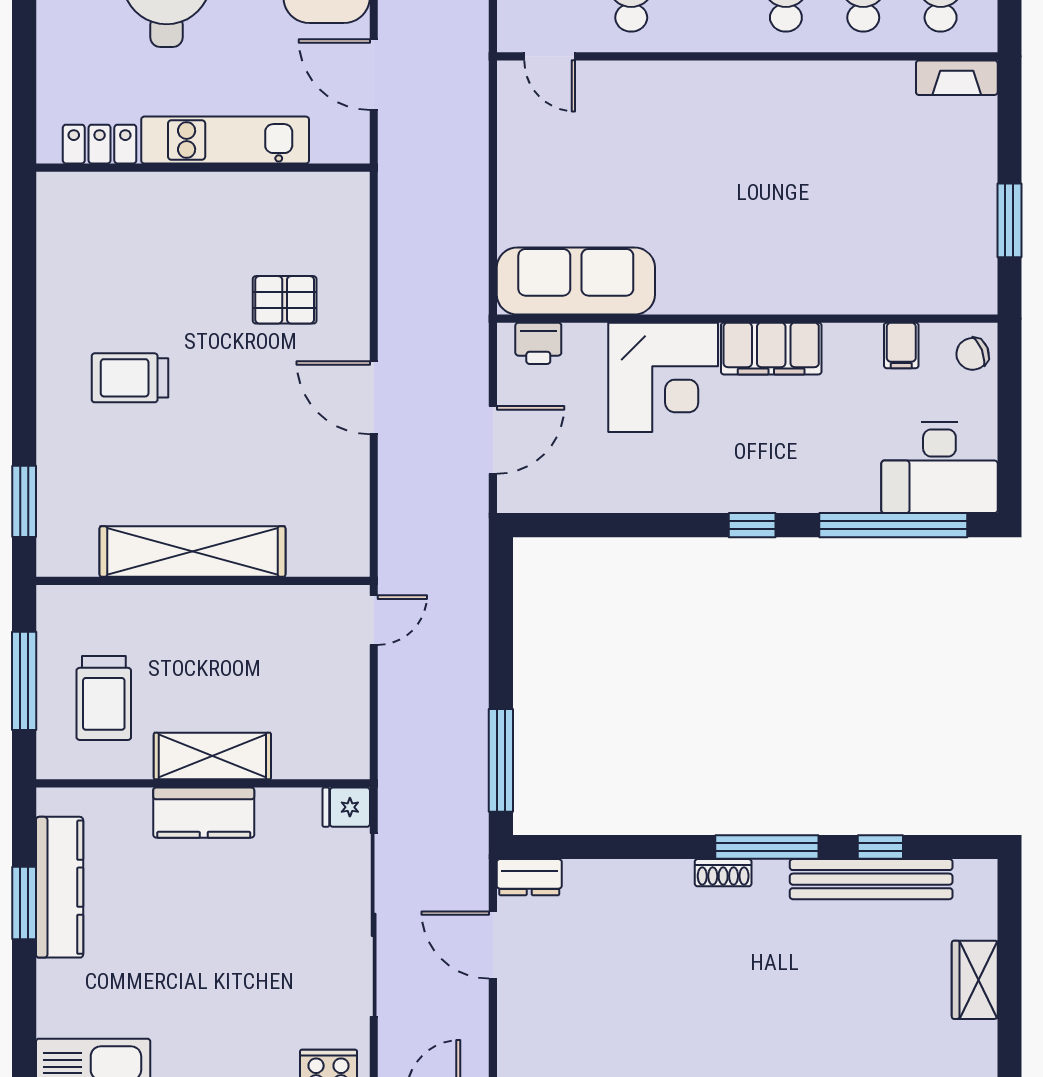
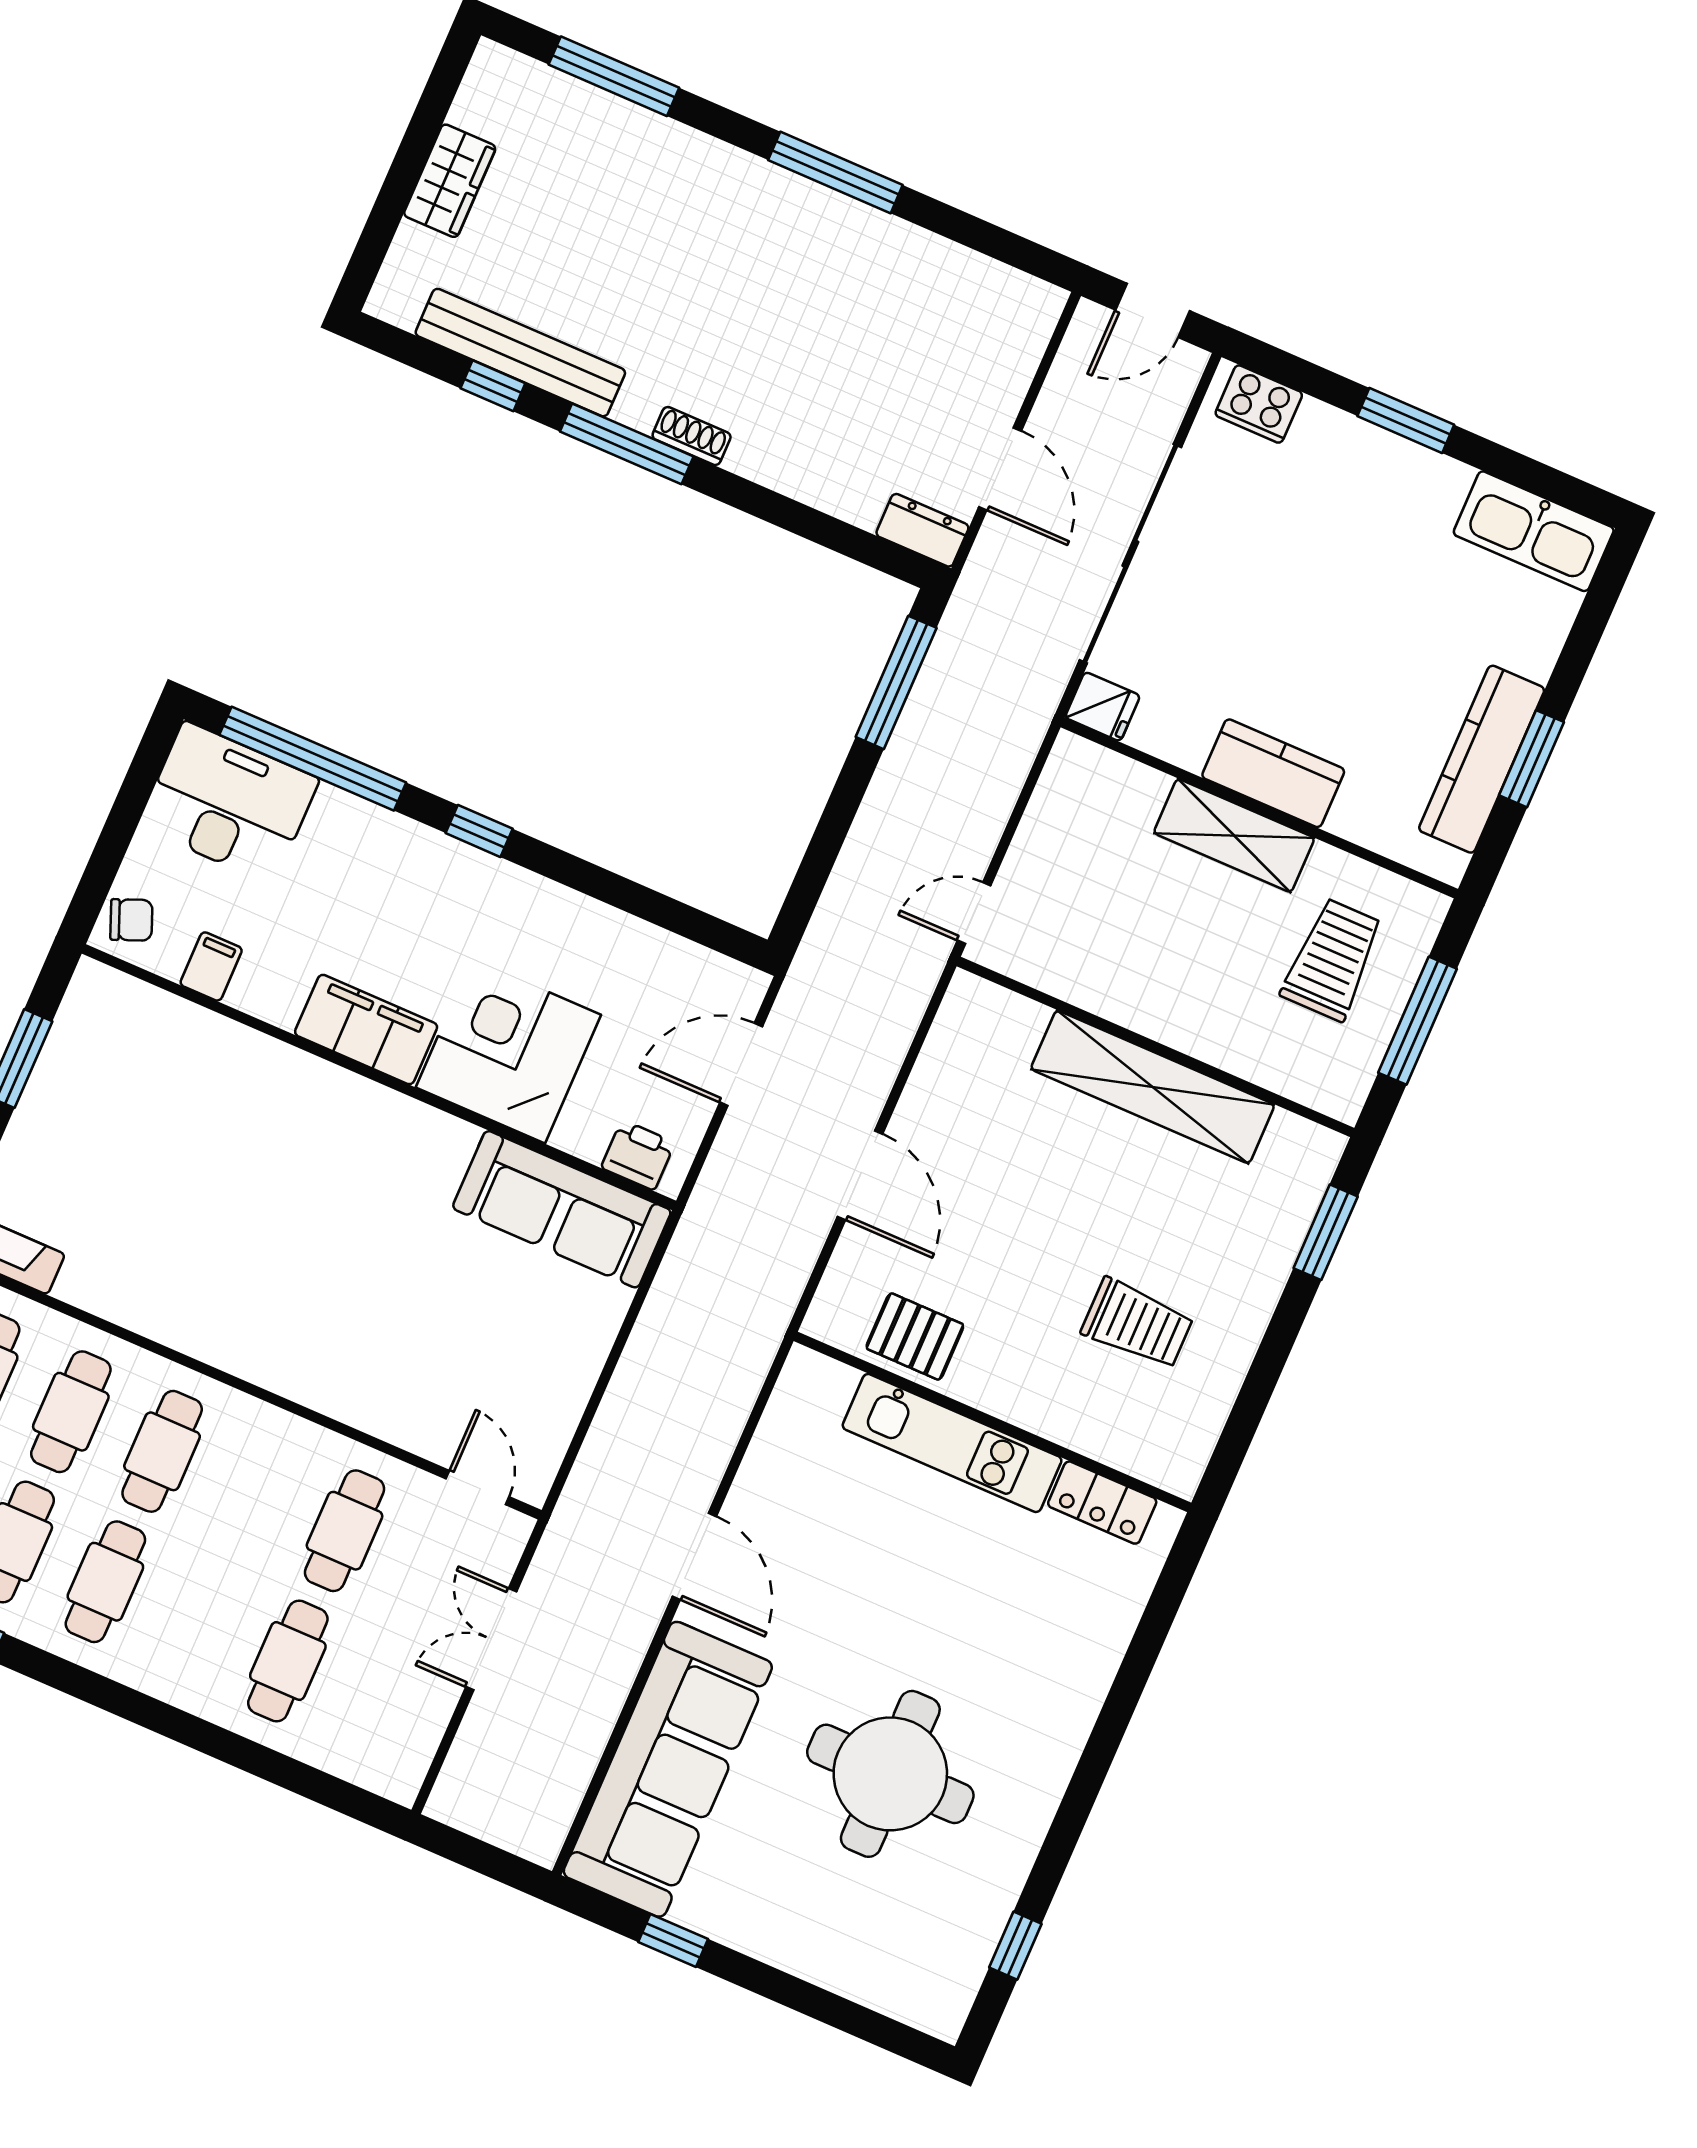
kitchen unit: (225, 140) -> (952, 1443), moved
locker: (100, 144) -> (1102, 1503), moved
wall: (203, 168) -> (992, 1422), moved

